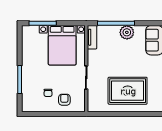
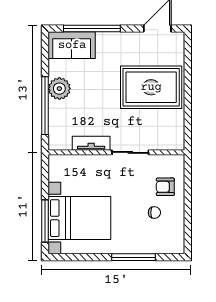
tv unit: (92, 37) -> (91, 143), moved
bed with nightstands: (62, 45) -> (79, 218), moved
rug: (128, 91) -> (151, 87), turned 90

